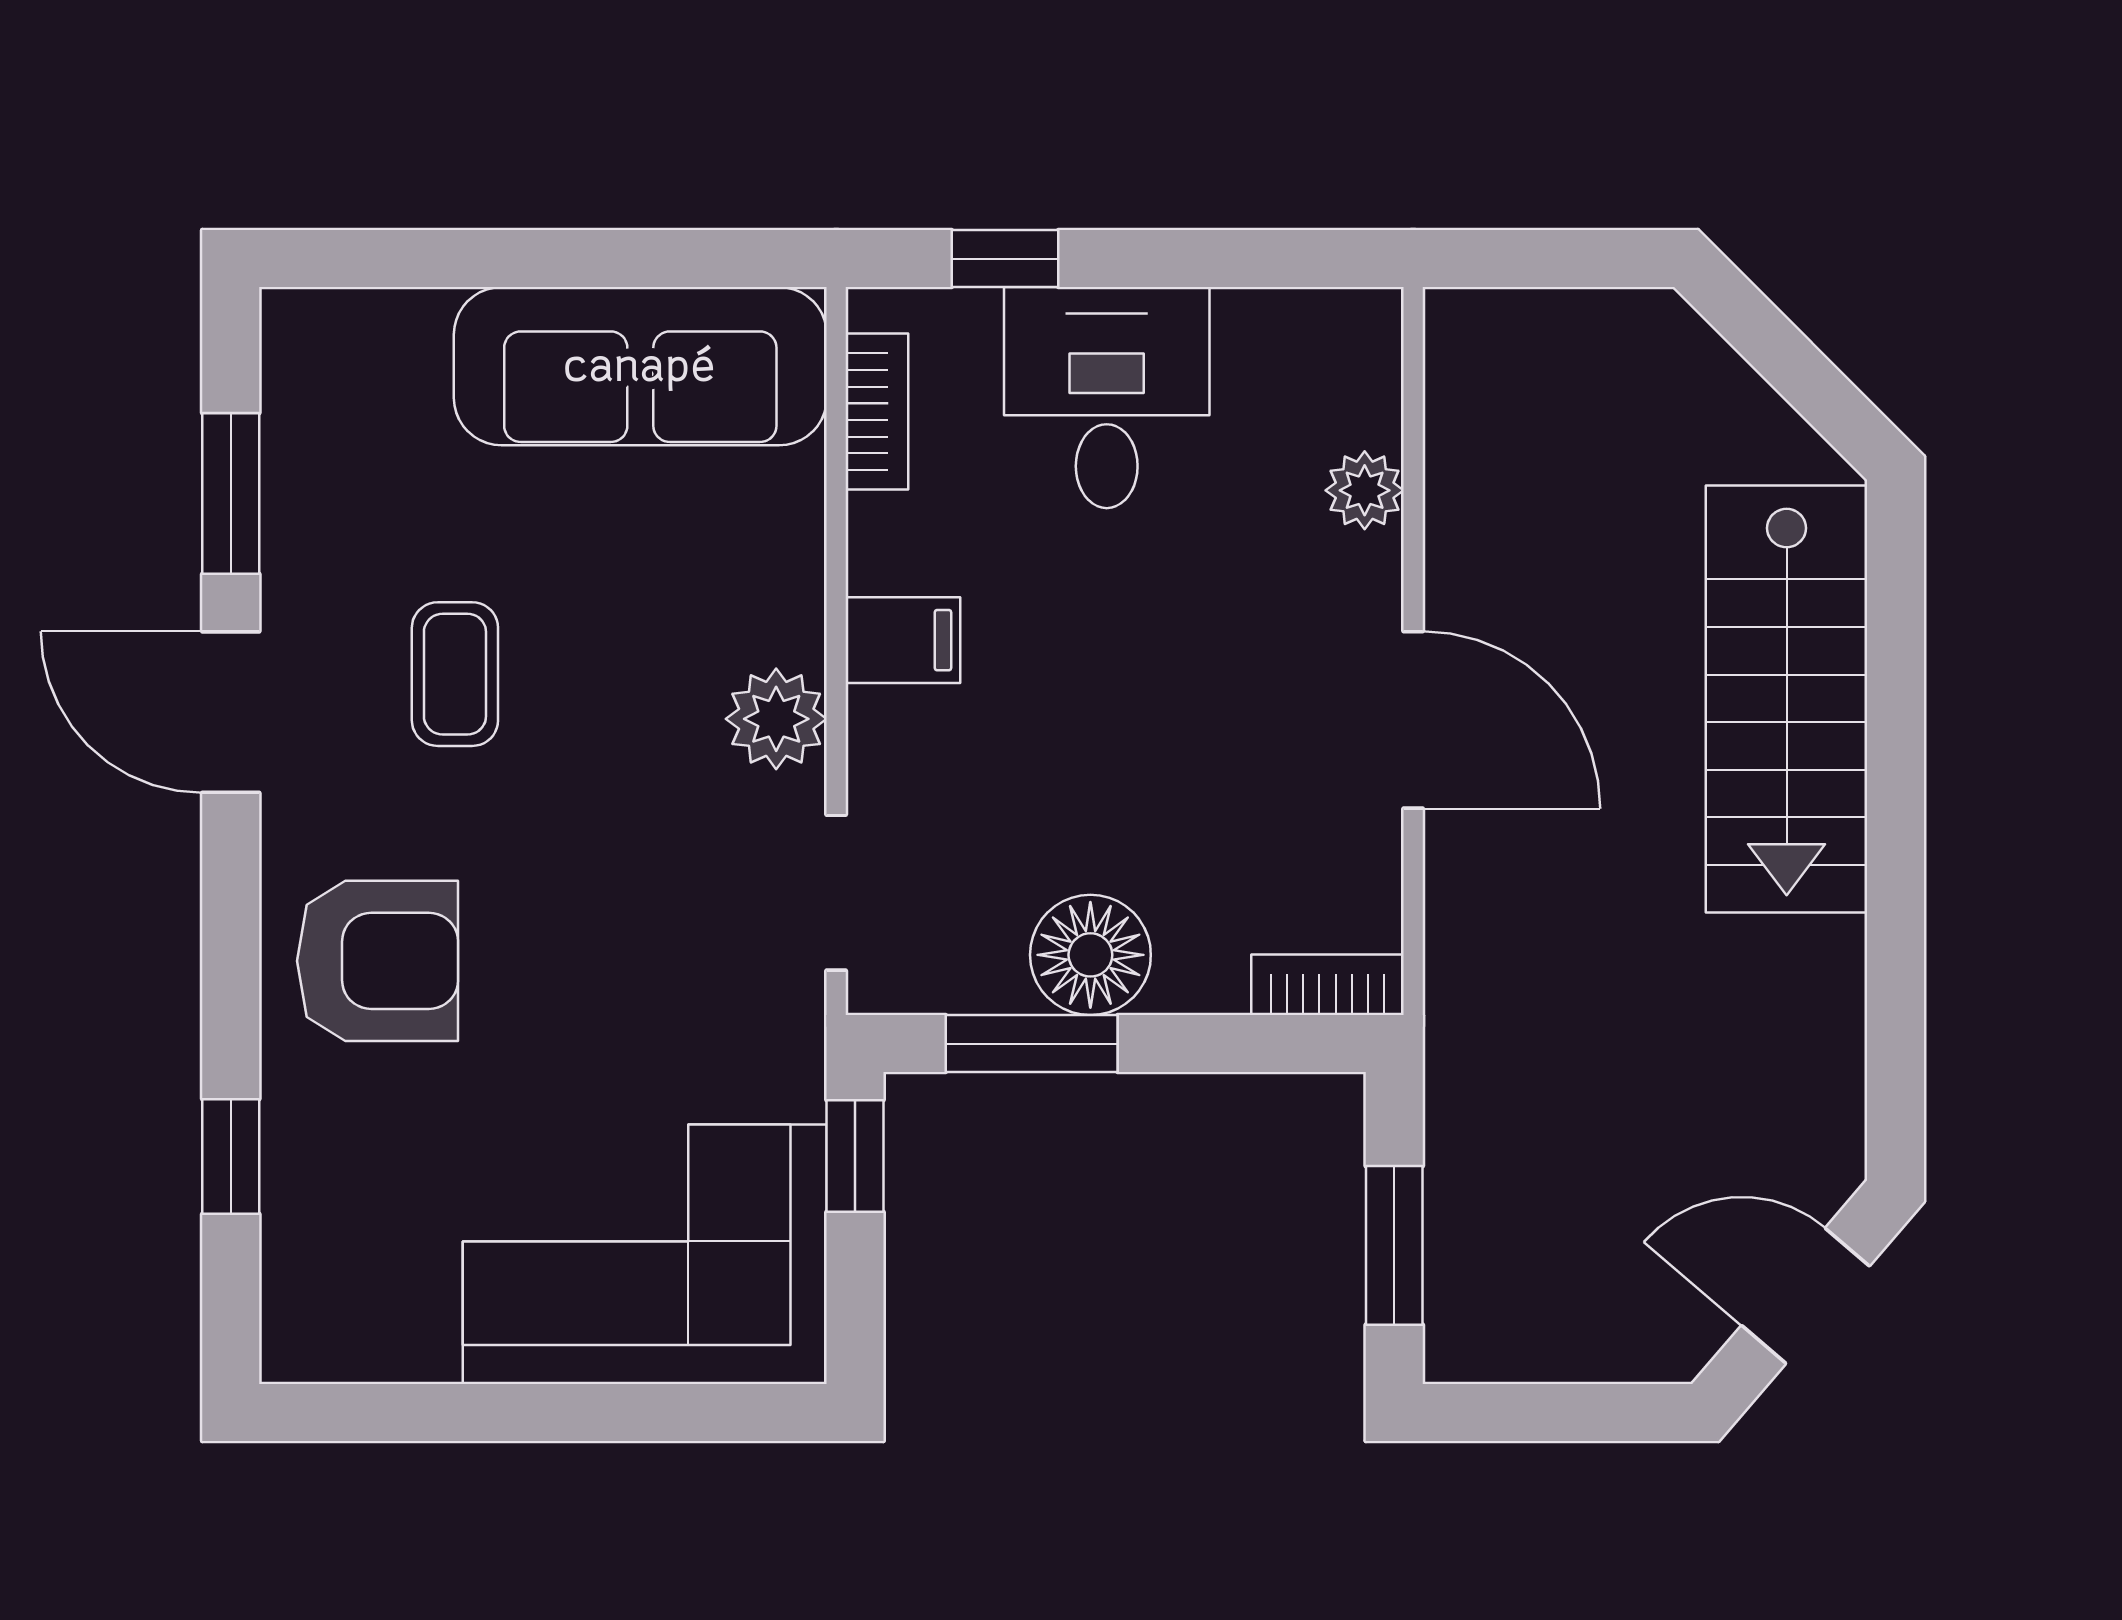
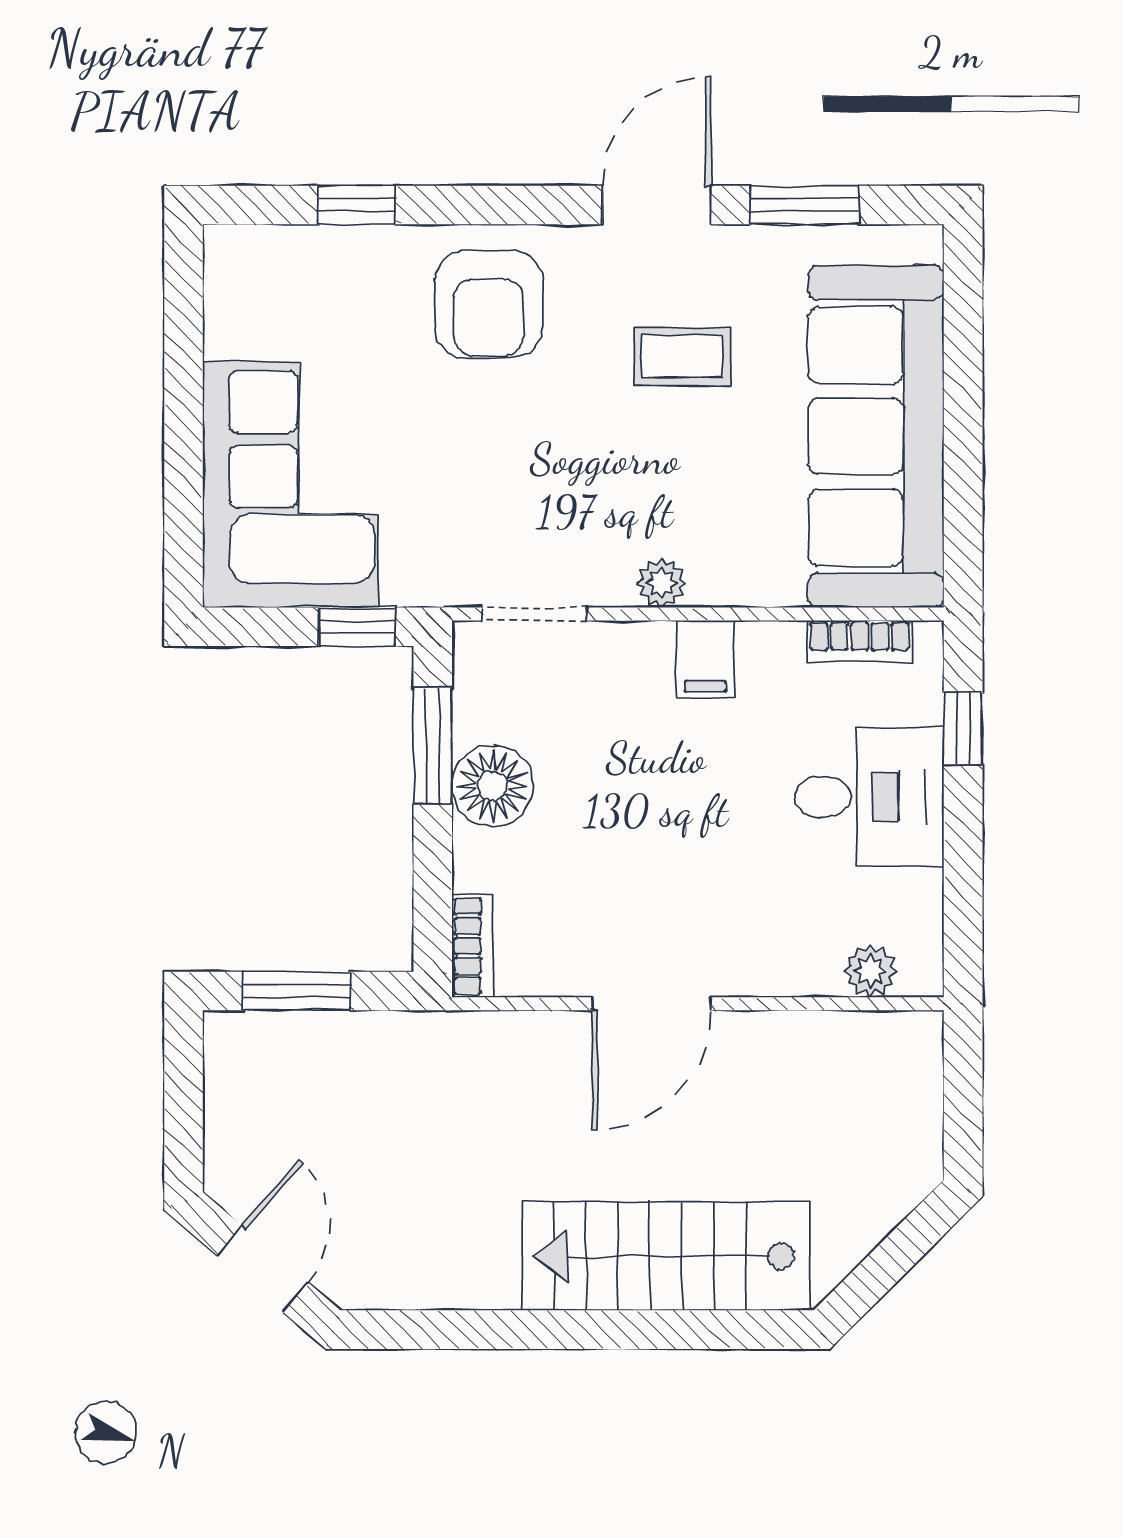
sofa: (640, 366) -> (876, 436), width x1.36, depth x1.27
plant: (1365, 490) -> (871, 971), moved
plant: (776, 719) -> (661, 583), width x0.73, depth x0.73

